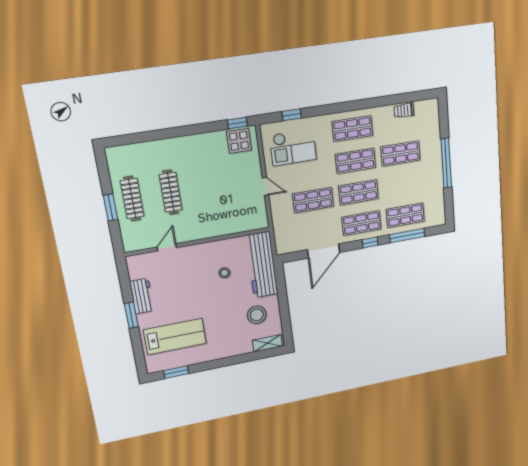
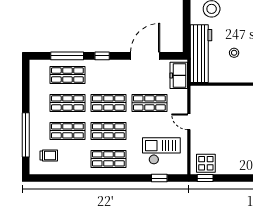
trolley: (404, 110) -> (49, 155), moved
window: (446, 163) -> (26, 135), moved
shop shelf: (361, 223) -> (67, 103), moved
freezer: (284, 237) -> (179, 75), added

